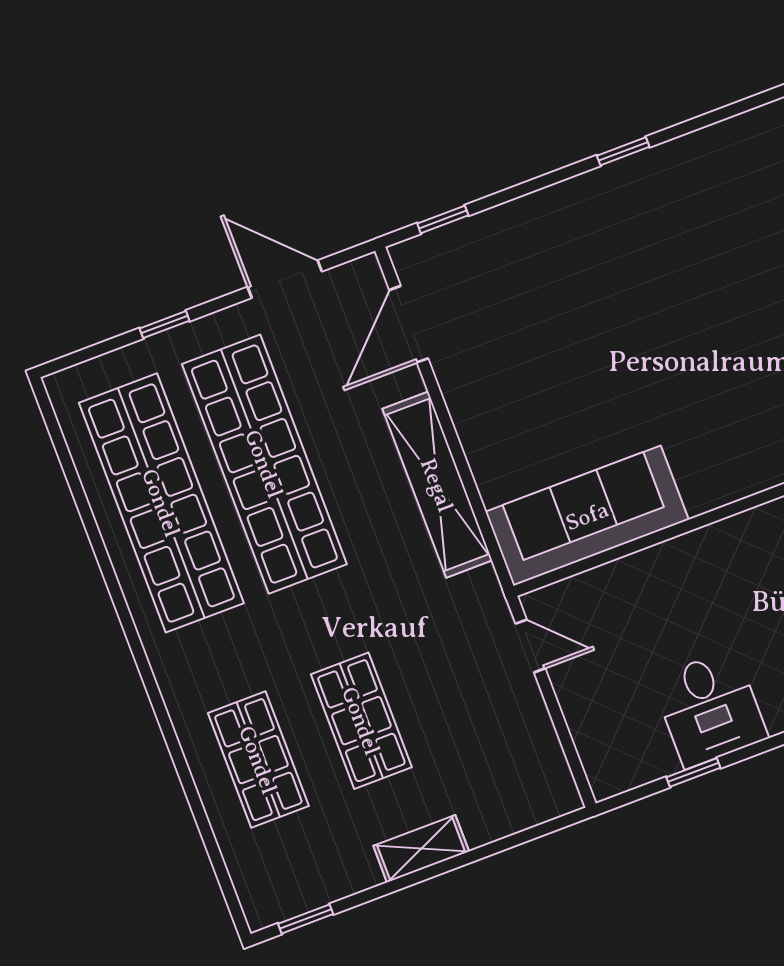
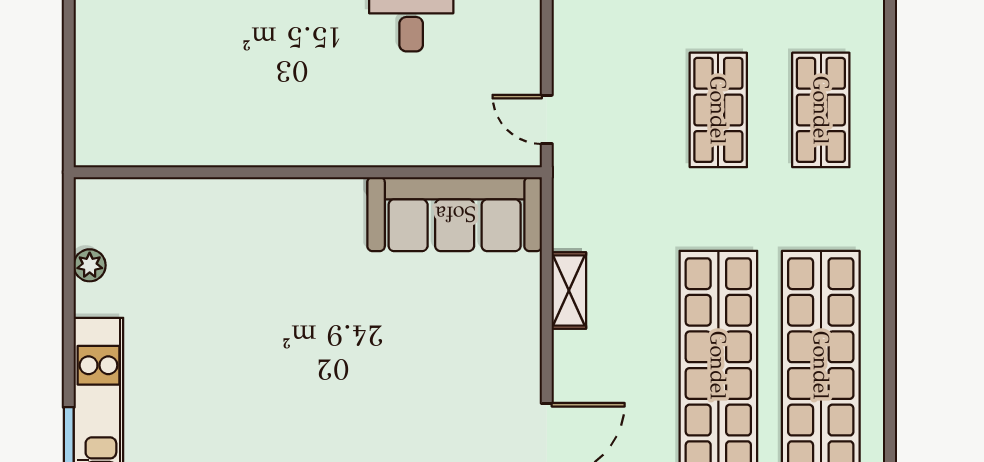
shelving: (437, 485) -> (569, 290), width x0.45, depth x0.75

